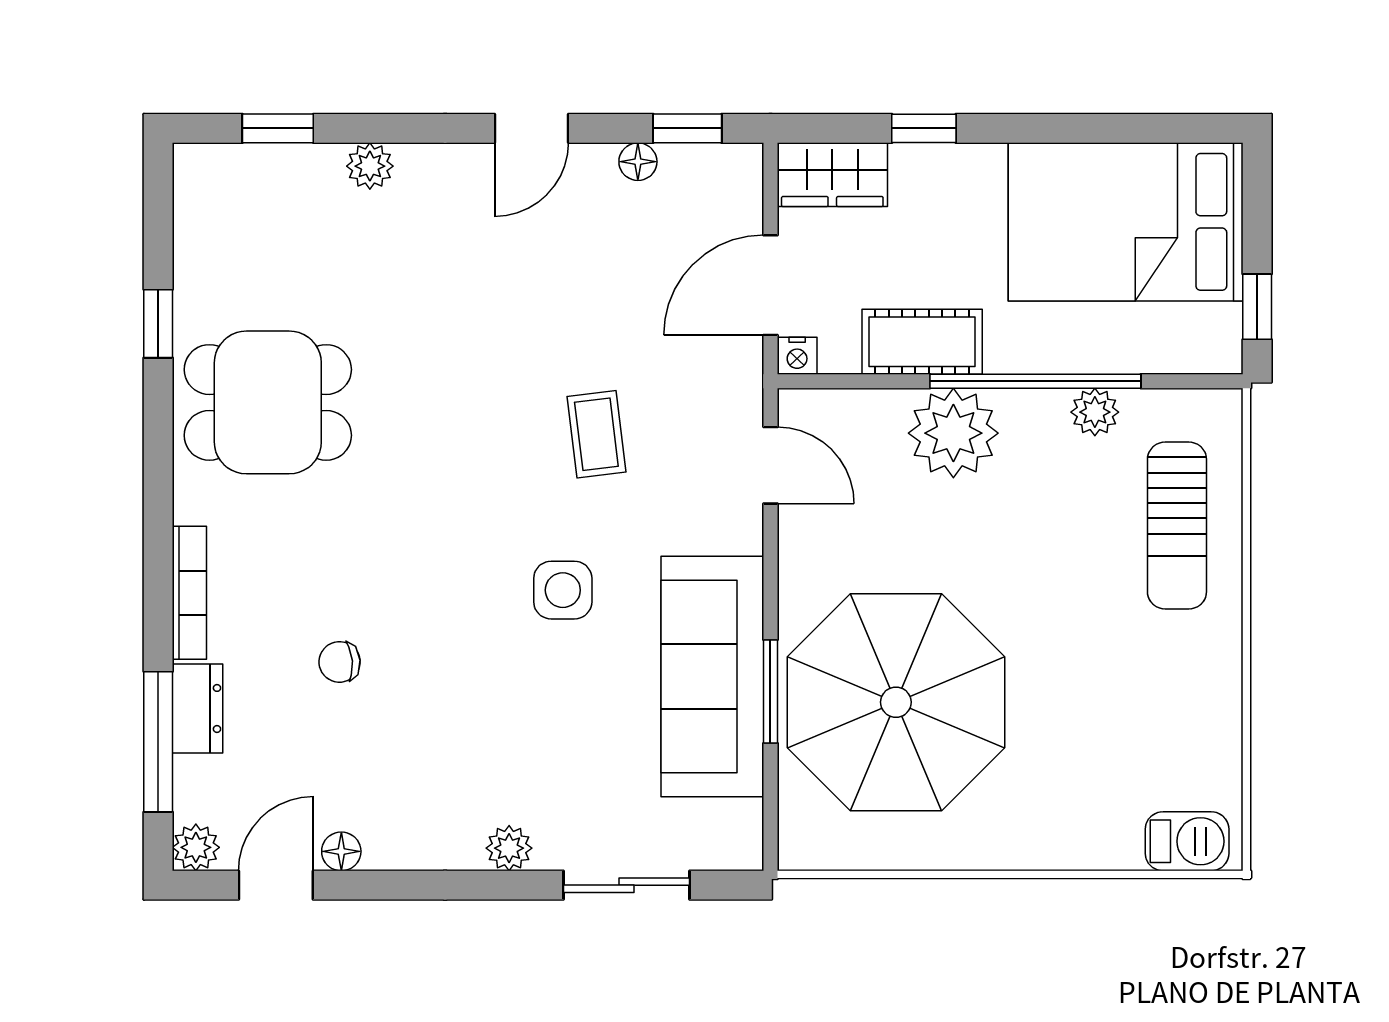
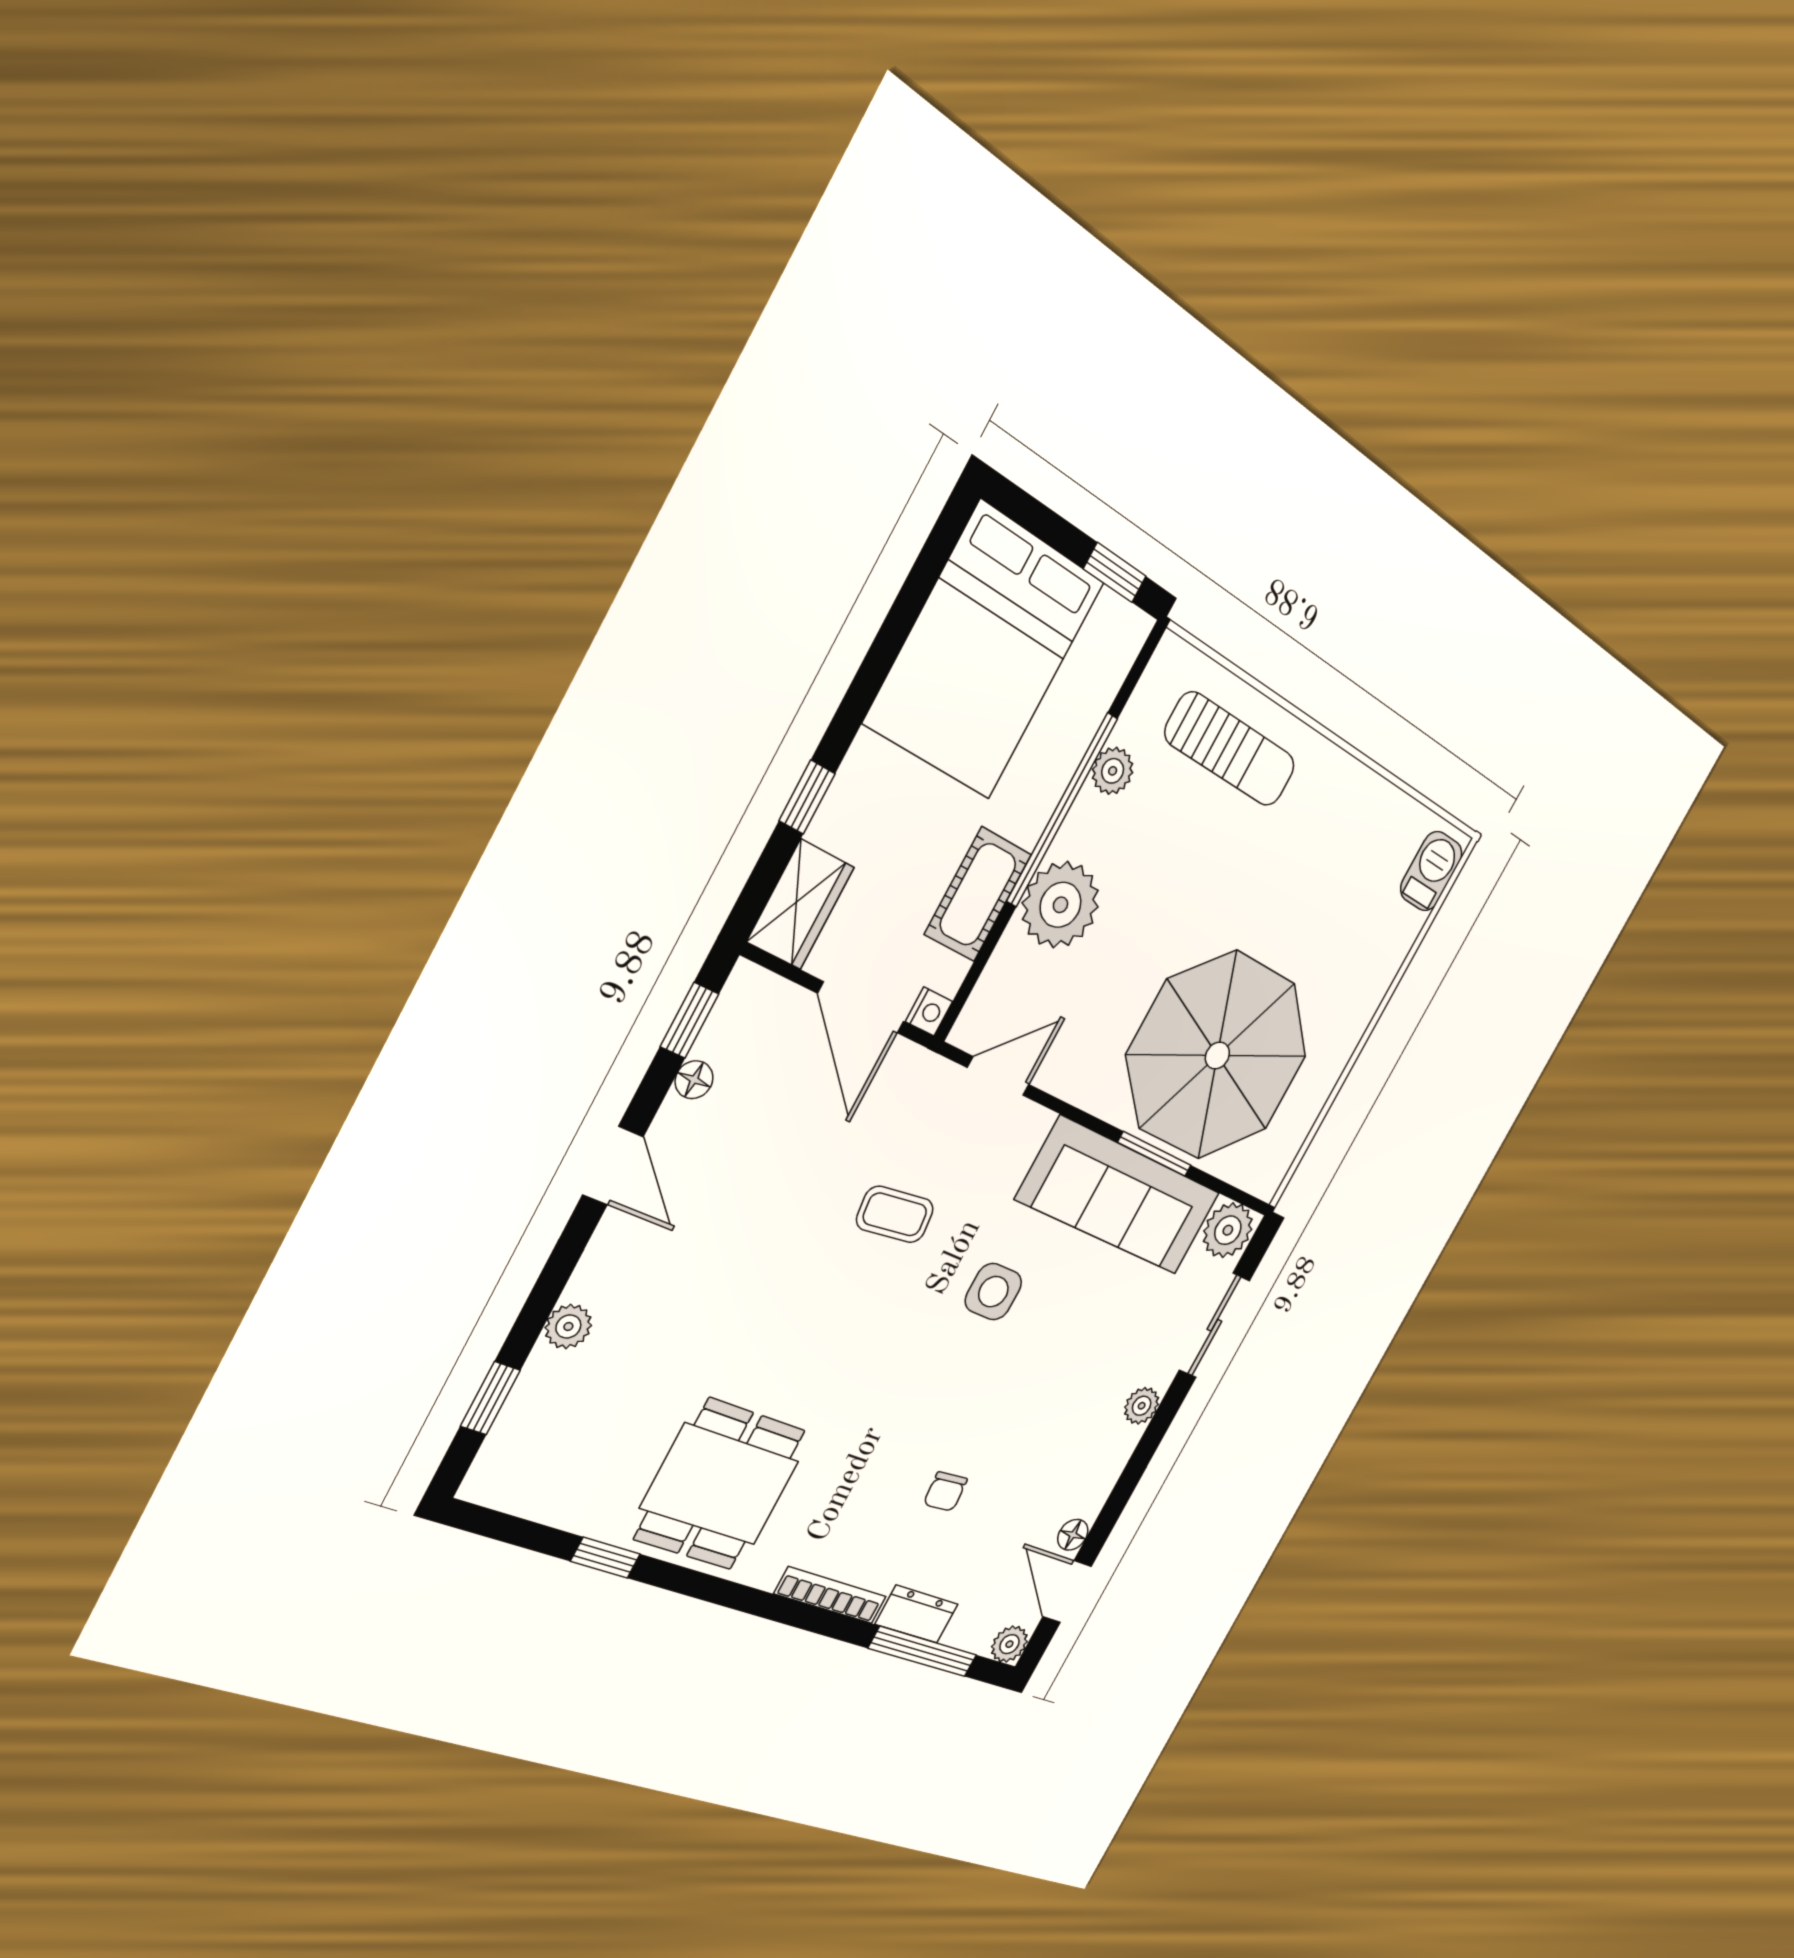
plant: (731, 834) -> (1228, 1230), added

